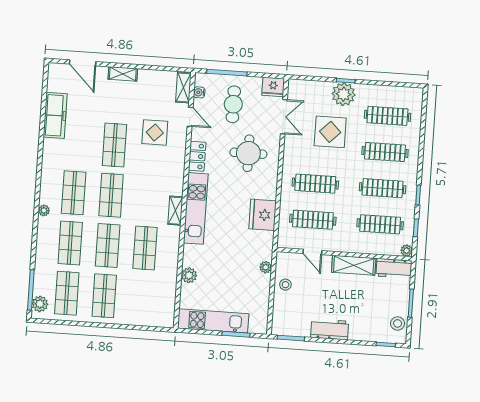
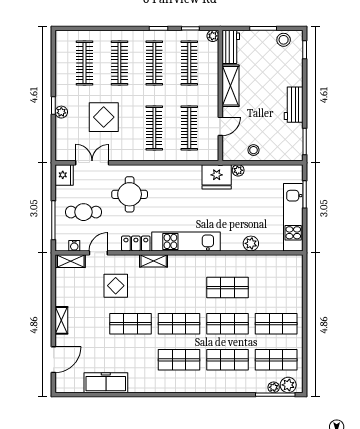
plant: (344, 94) -> (61, 112), width x0.53, depth x0.53
plant: (44, 210) -> (274, 387), moved
shelving: (175, 211) -> (154, 261), moved
fridge: (262, 215) -> (217, 177), moved

